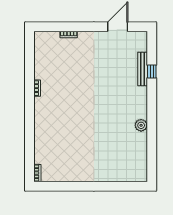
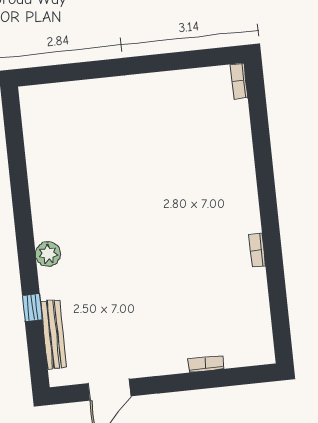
bench: (143, 69) -> (54, 335), moved
plant: (141, 125) -> (48, 254), moved

